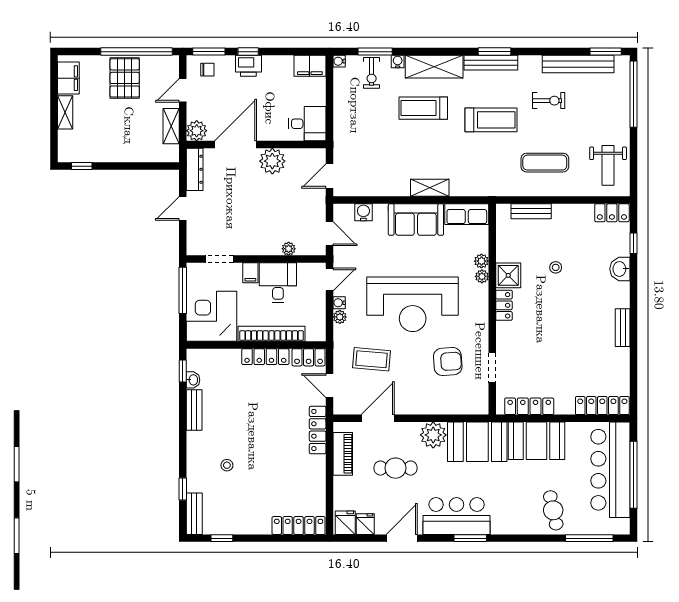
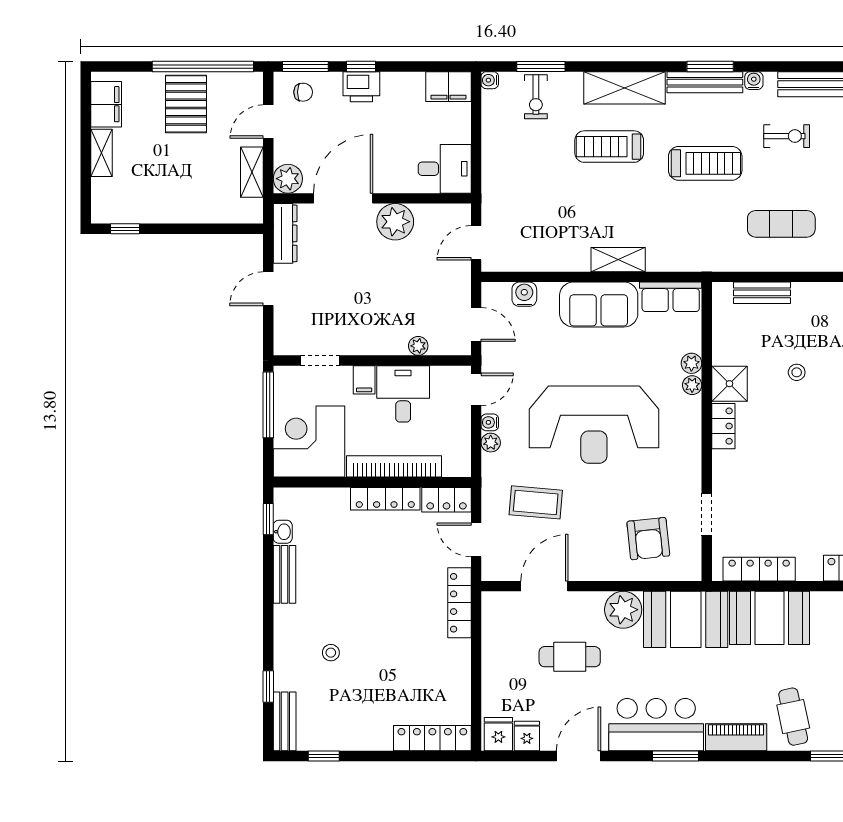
water cooler: (398, 61) -> (754, 81), moved
armchair: (448, 362) -> (648, 539), moved, turned 88
piano: (343, 454) -> (736, 737), moved, turned -90

